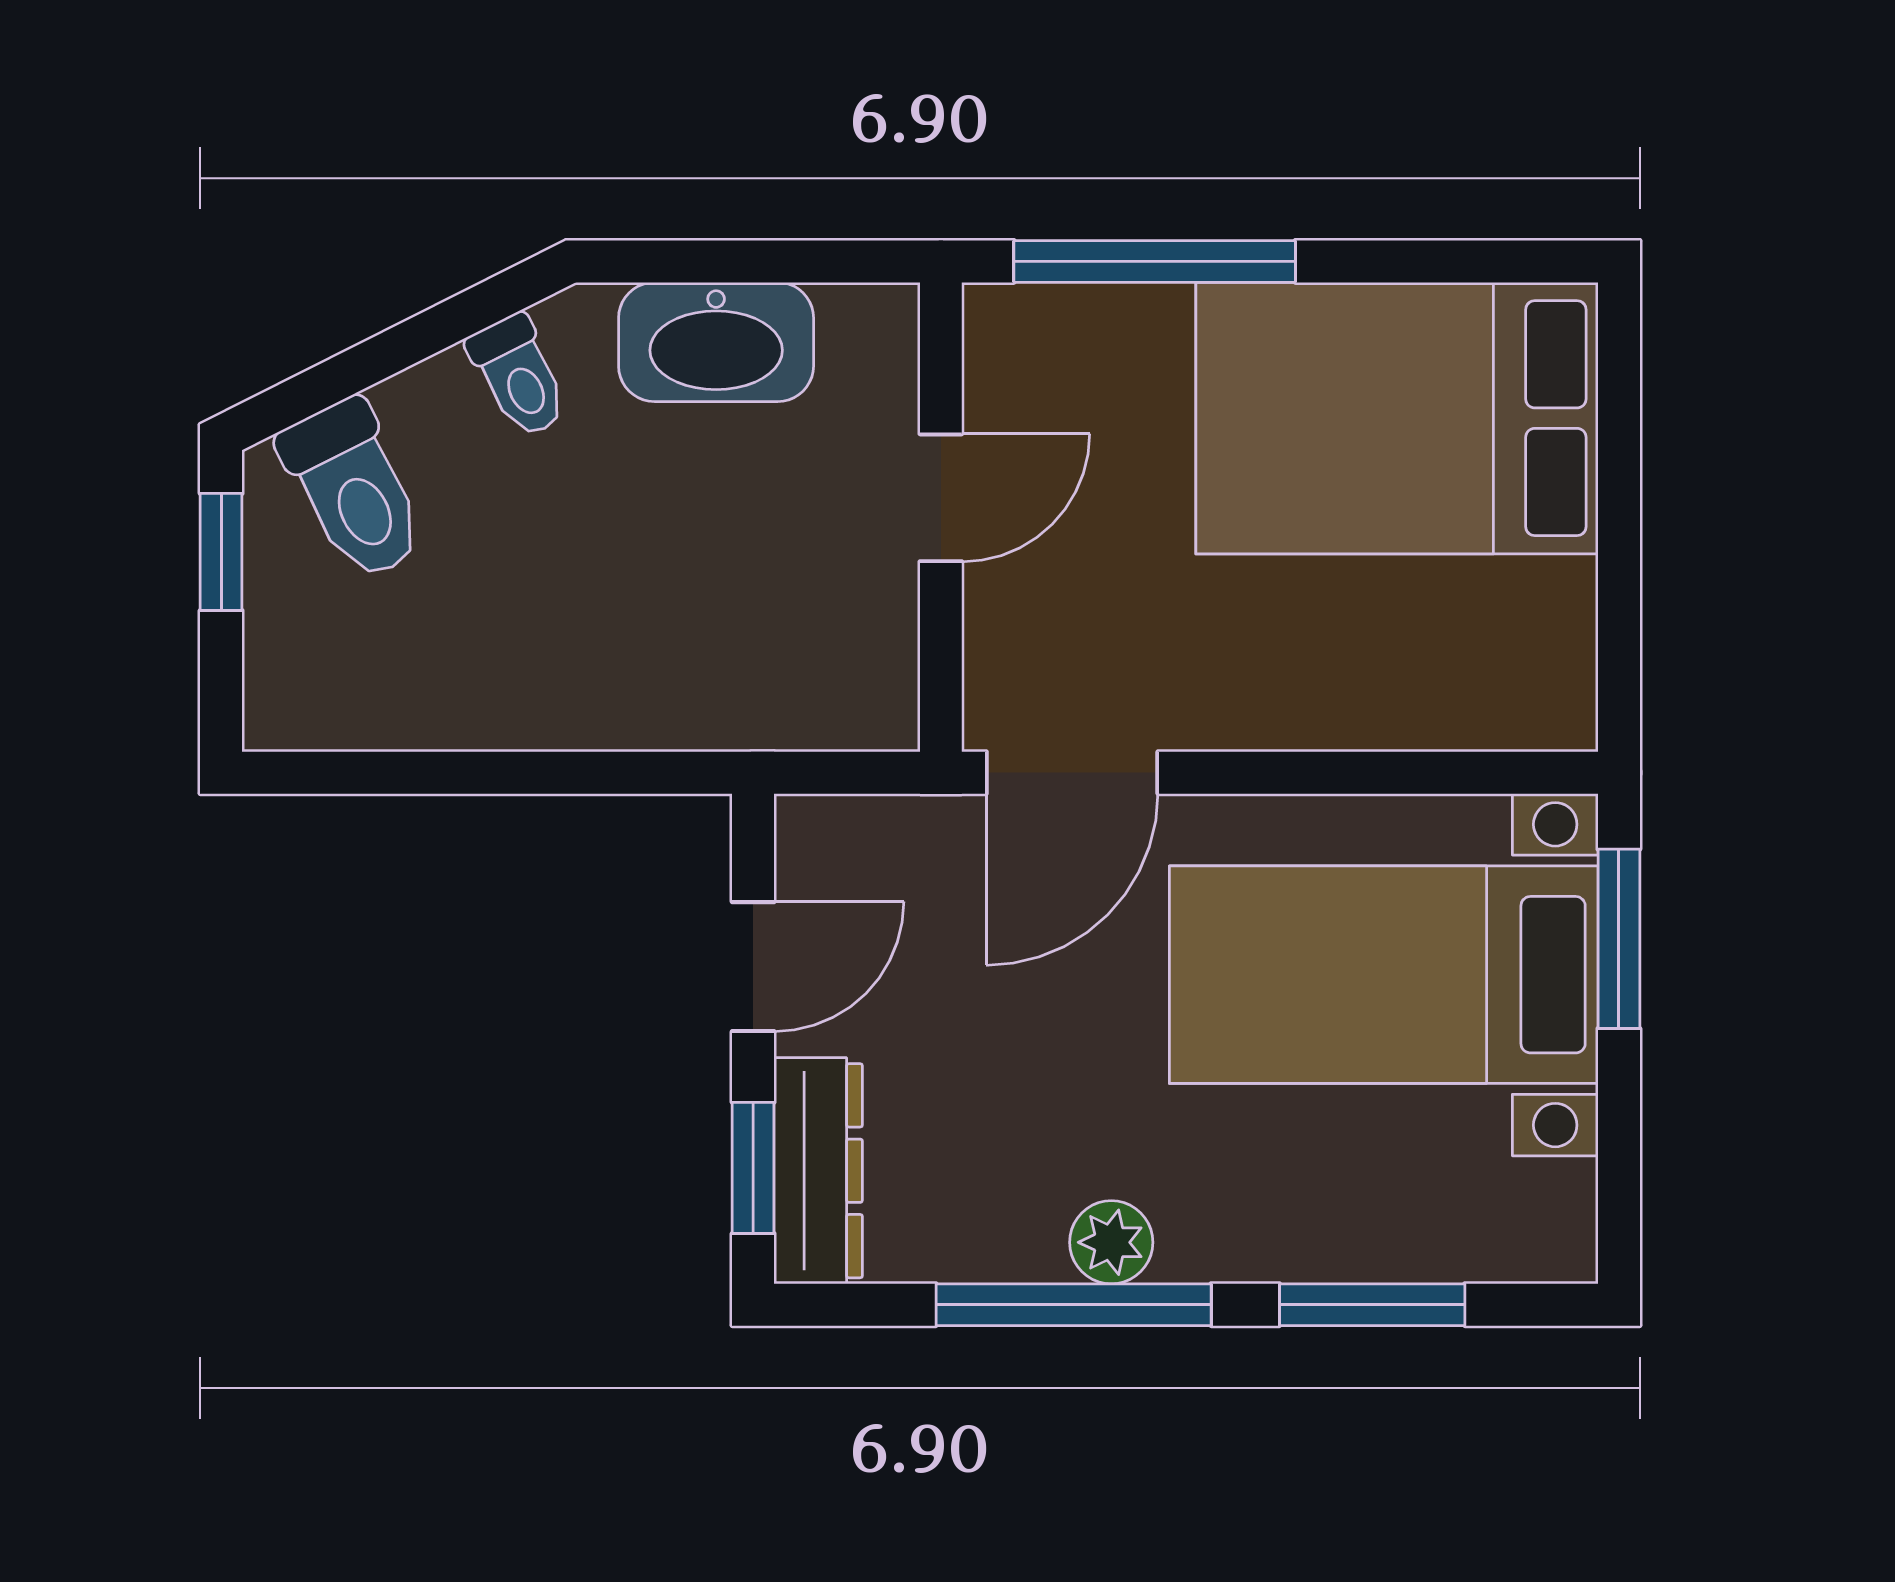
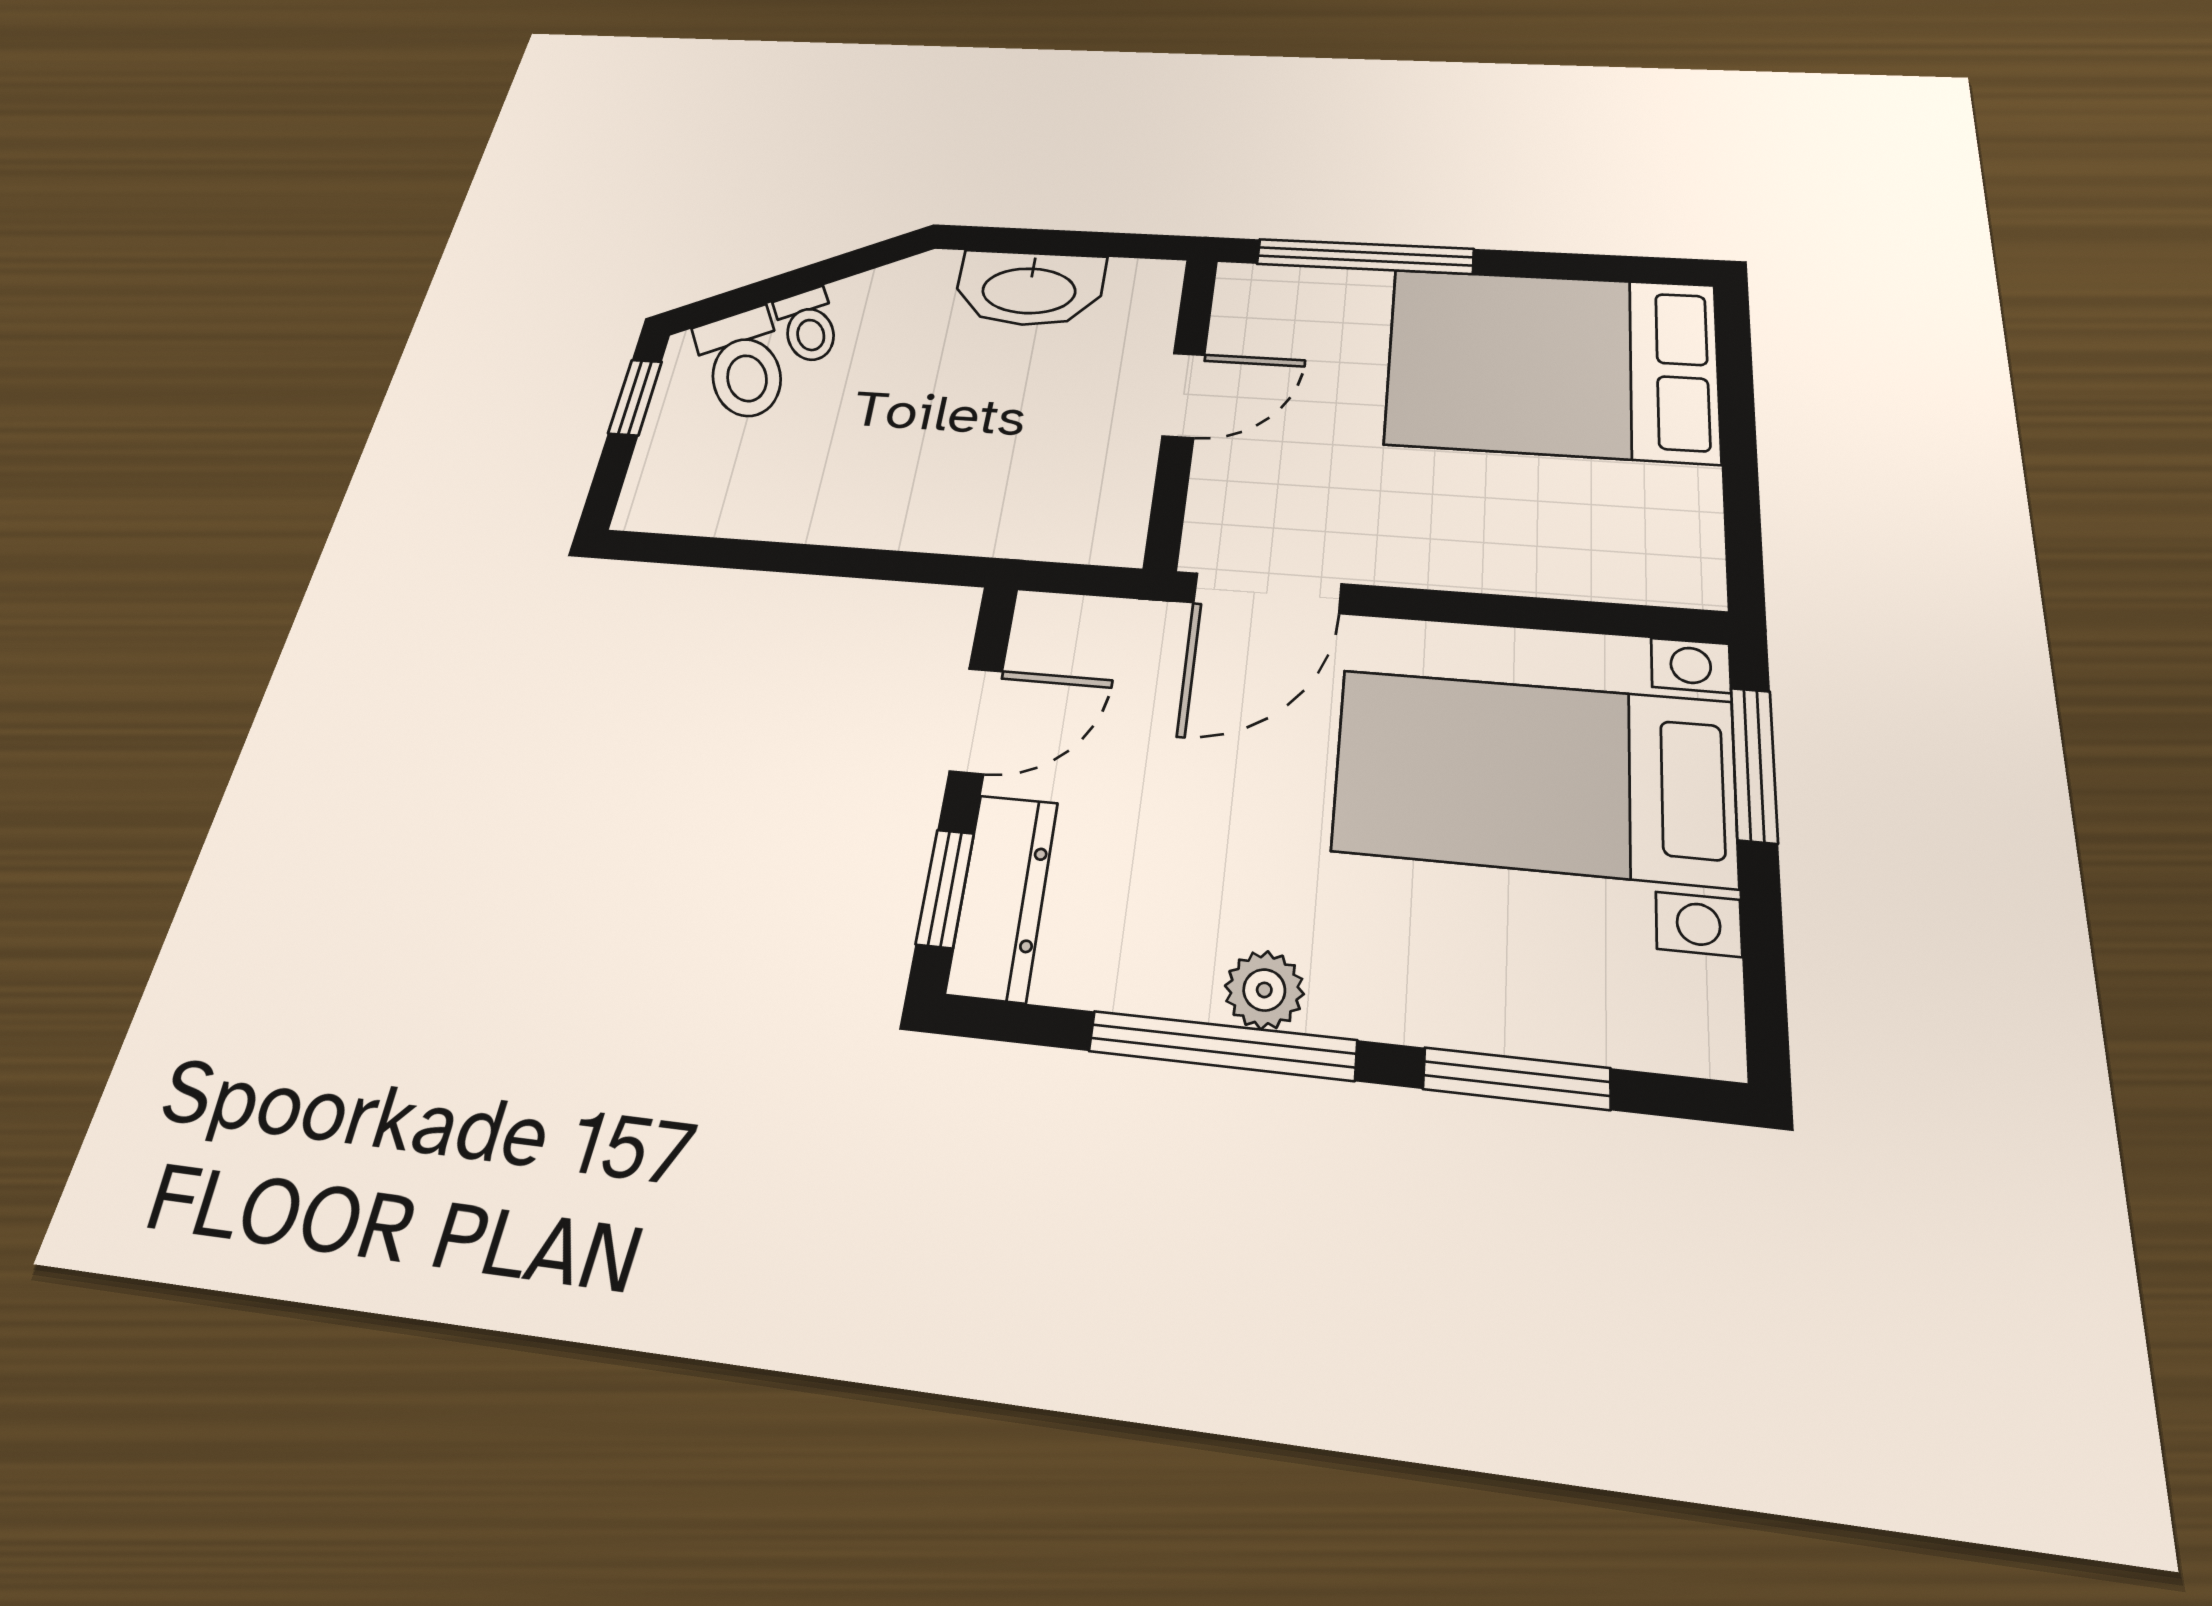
toilet: (519, 376) -> (808, 326), moved

